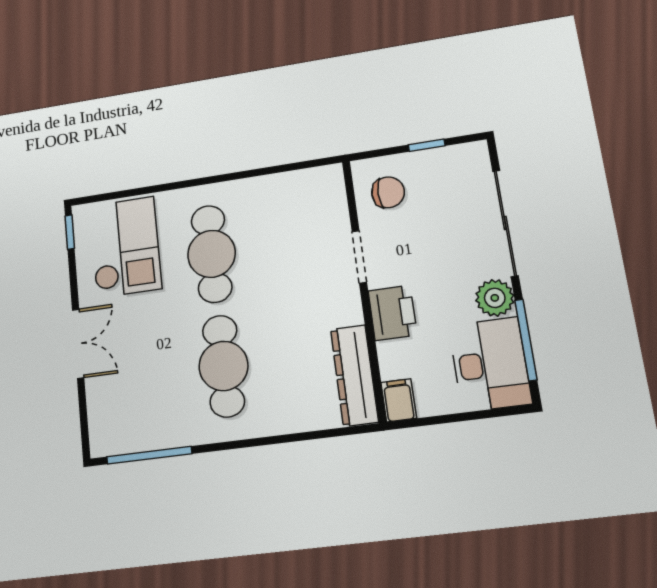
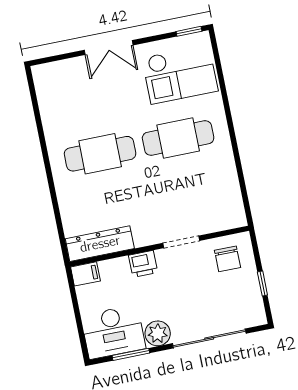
printer: (393, 313) -> (143, 264), width x0.73, depth x0.81
window: (526, 340) -> (131, 354), width x0.69
window: (149, 455) -> (36, 108), removed

